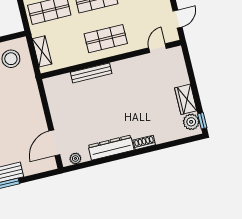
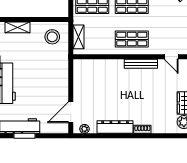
door: (158, 48) -> (171, 57), swing flipped
bench: (91, 73) -> (141, 64), moved

